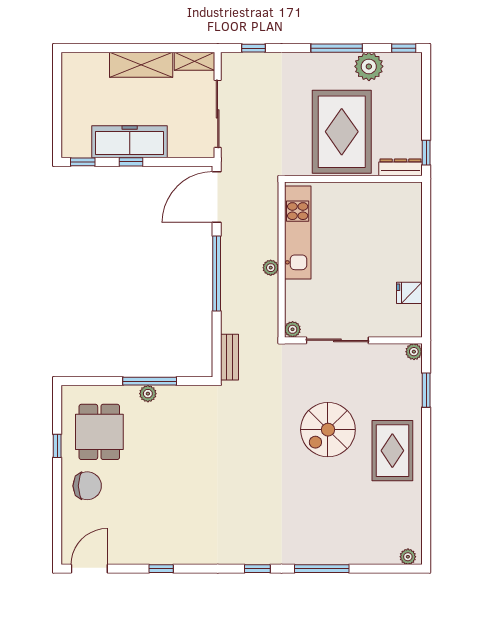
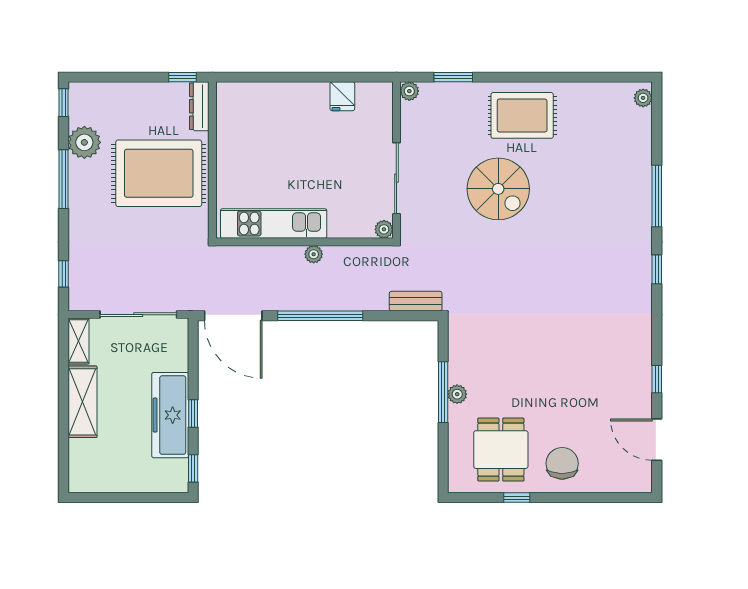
dining table: (99, 432) -> (501, 450), turned 90
door: (89, 569) -> (657, 440), moved

